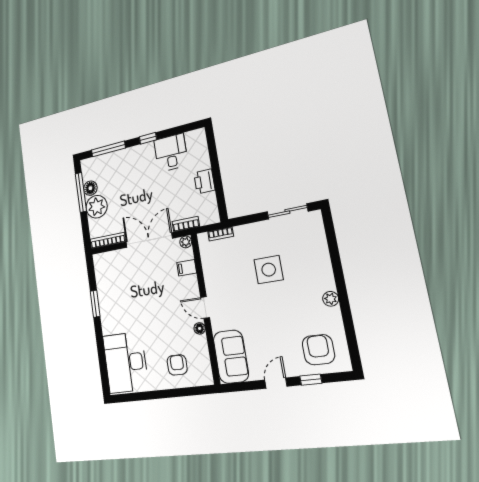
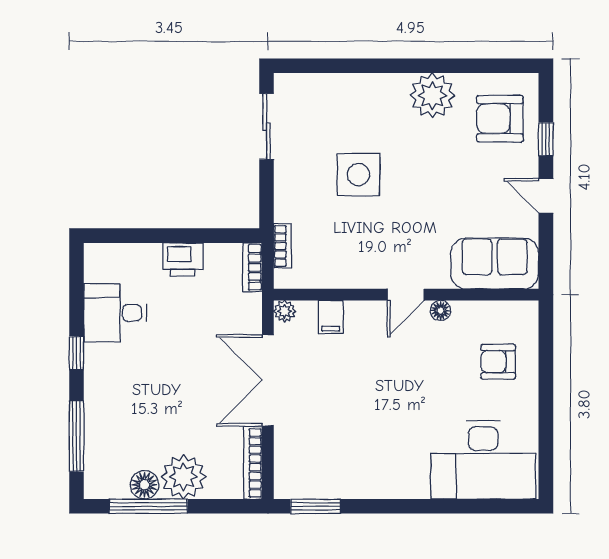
bookcase: (186, 224) -> (252, 267), moved
plant: (331, 299) -> (432, 95), width x1.88, depth x1.88
window: (95, 304) -> (316, 506), moved

